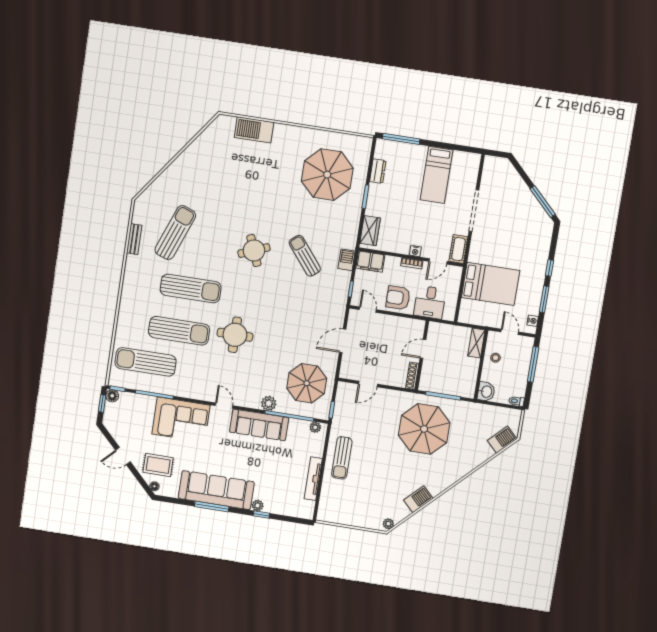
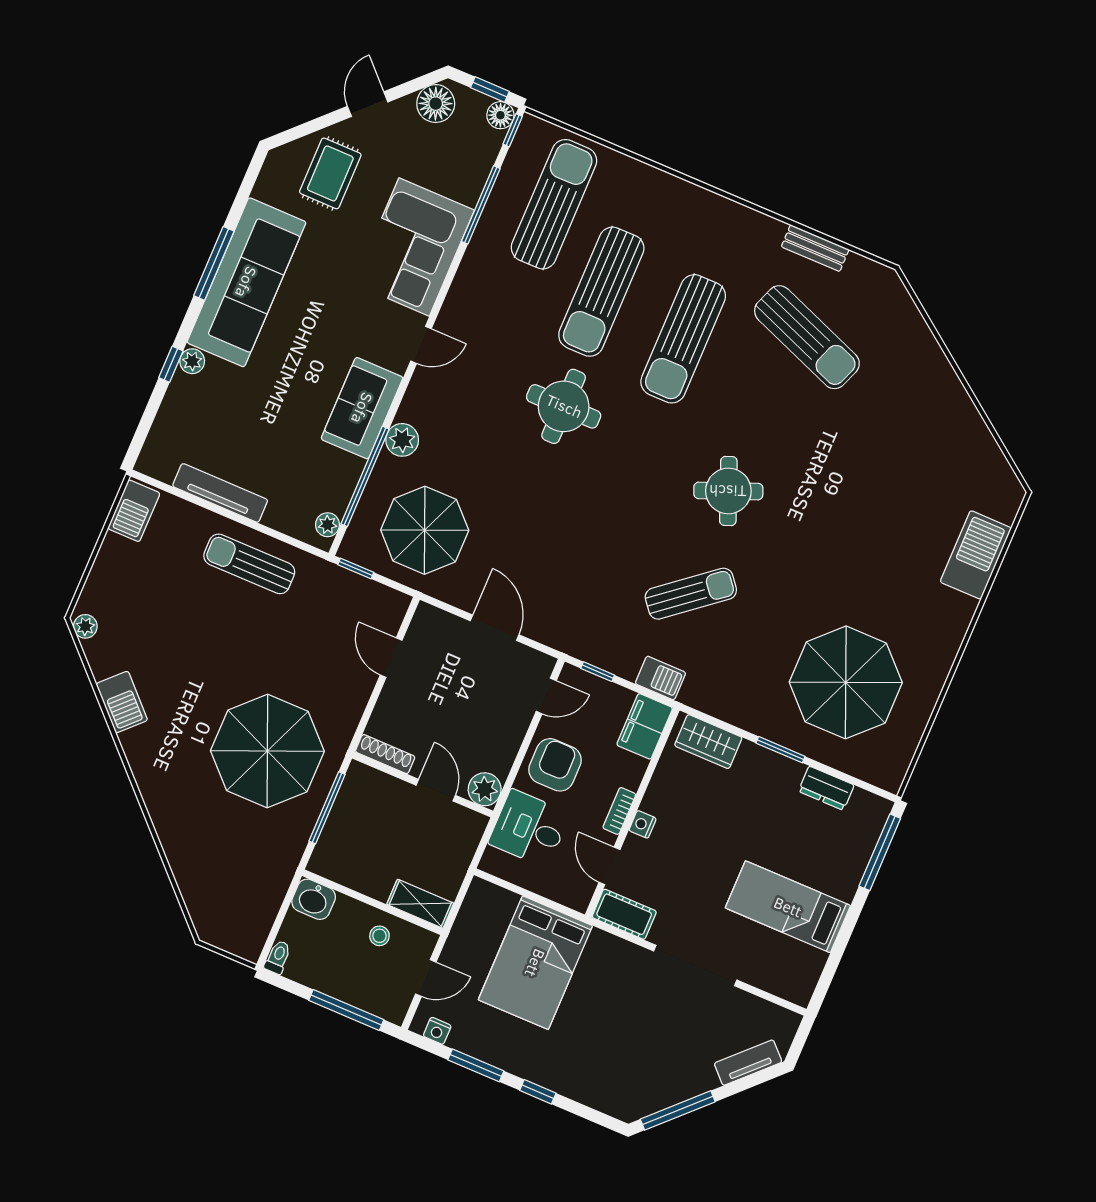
tv unit: (513, 175) -> (748, 1063), added
plant: (417, 327) -> (485, 789), added
sofa: (259, 425) -> (362, 408), width x0.73
barbecue: (502, 440) -> (134, 511), moved, turned 45
floor lamp: (154, 486) -> (436, 104), moved, width x1.89, depth x1.89

